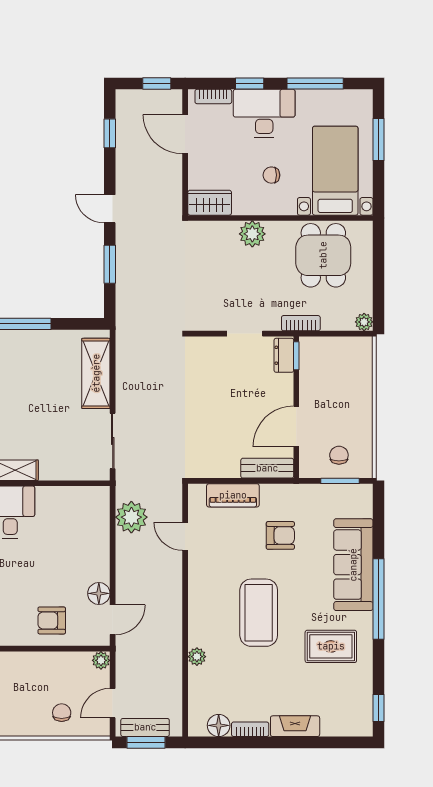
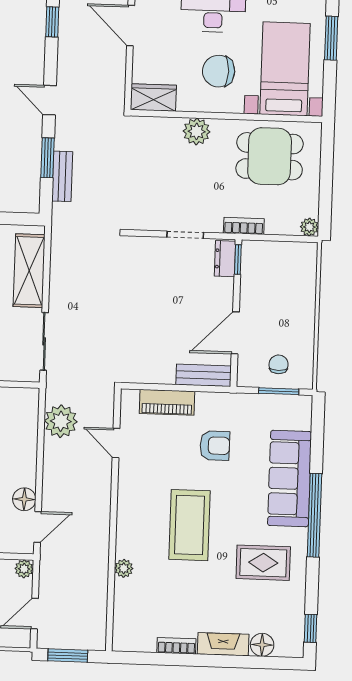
chair: (271, 175) -> (219, 71), width x1.87, depth x1.87
dining table: (323, 255) -> (270, 156), turned 90
floor lamp: (219, 725) -> (262, 645), moved
bench: (145, 727) -> (62, 176), moved, turned 90

